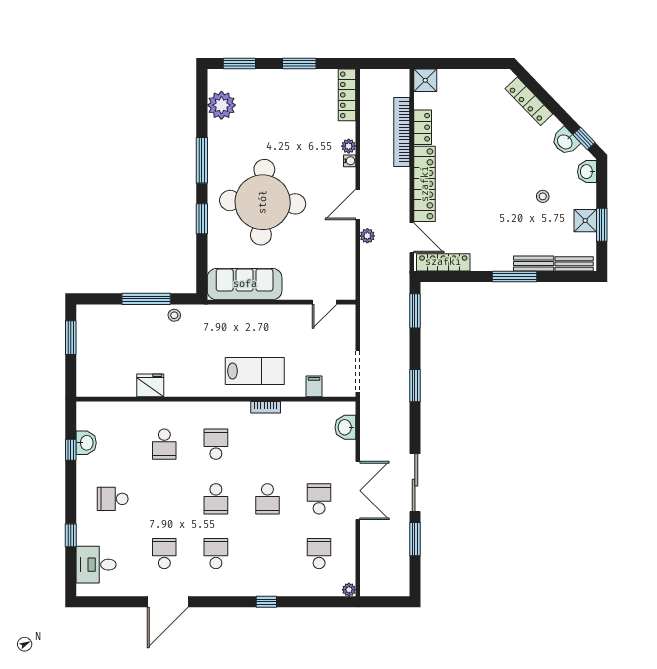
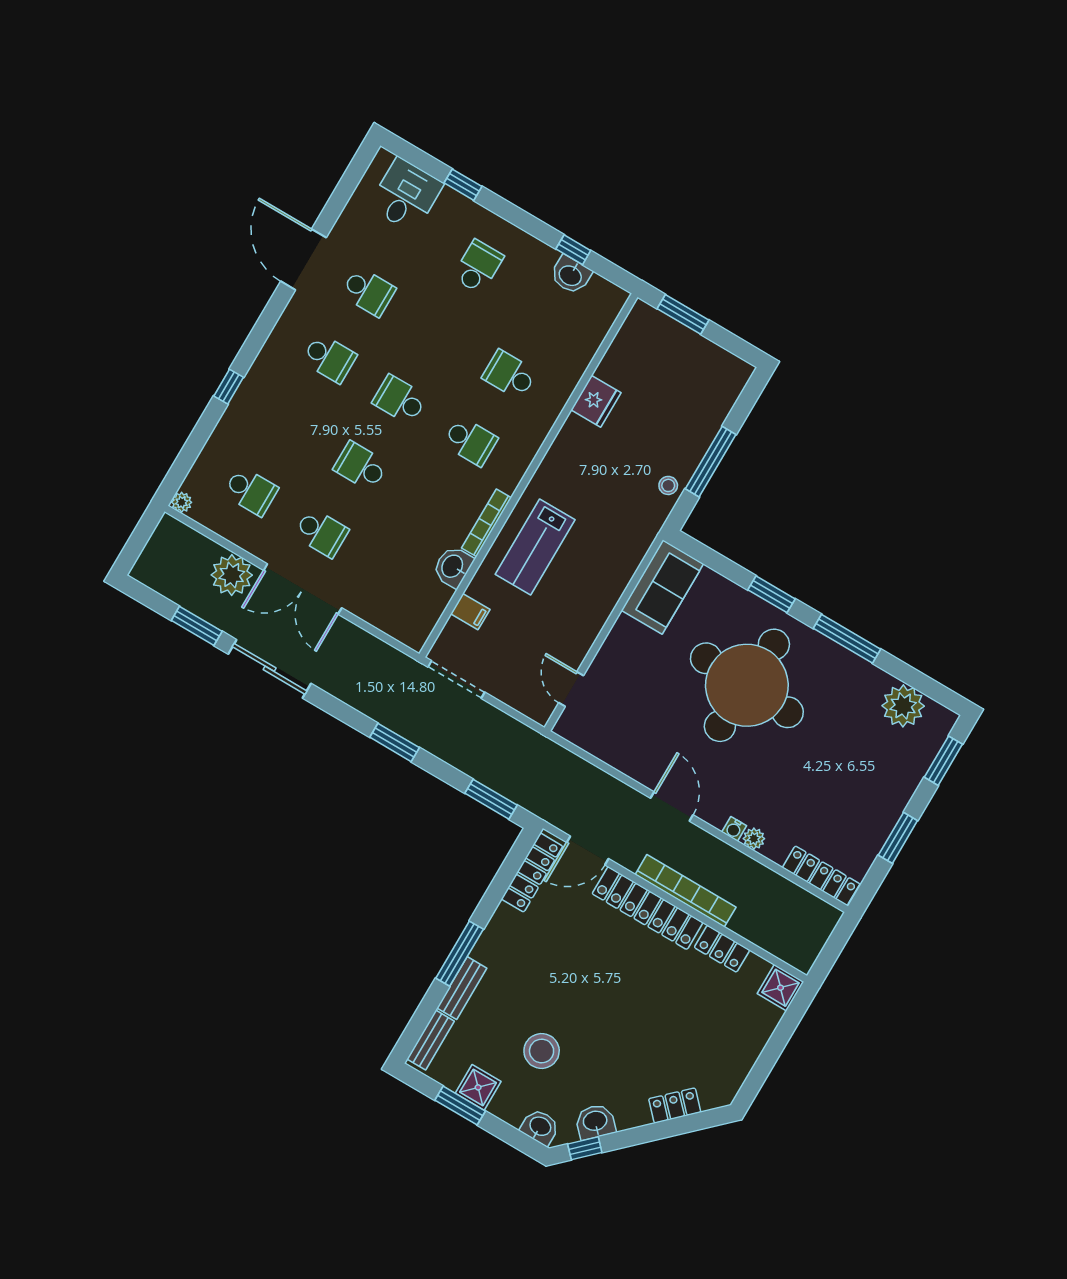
locker: (529, 101) -> (675, 1106), width x0.66
bookcase: (402, 132) -> (686, 891), moved
stool: (543, 196) -> (542, 1051), width x1.89, depth x1.89
plant: (367, 236) -> (232, 575), moved, width x1.88, depth x1.88
sofa: (245, 284) -> (662, 587), width x0.73
window: (71, 338) -> (683, 314), moved
bookcase: (266, 407) -> (486, 523), width x1.56
washbasin: (345, 427) -> (453, 567), moved, turned -90

